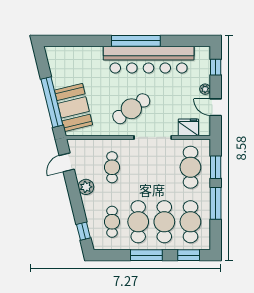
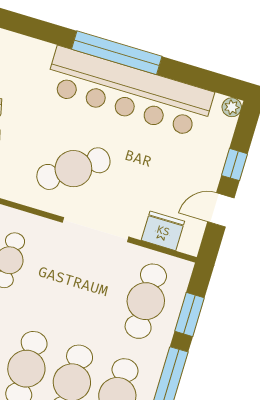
window: (216, 67) -> (234, 165), moved
plant: (205, 89) -> (232, 107), moved
door: (216, 107) -> (221, 210), hinge flipped

